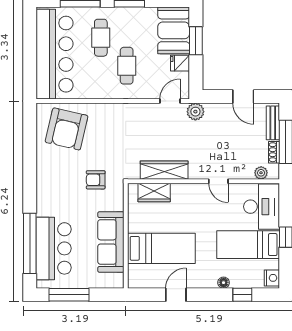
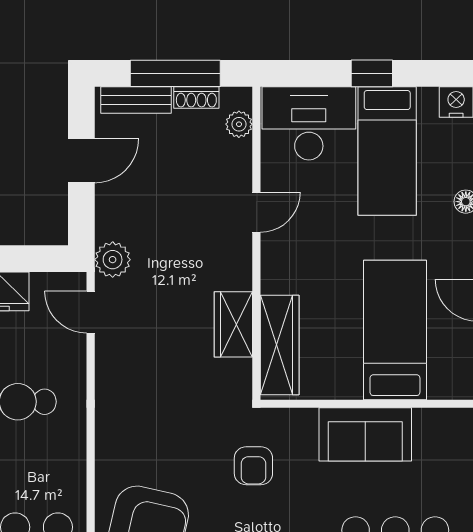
wardrobe: (164, 170) -> (233, 324), width x0.67
wardrobe: (154, 192) -> (280, 345), width x1.50
sofa: (111, 242) -> (365, 434), width x0.73

